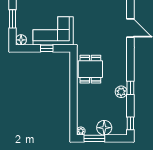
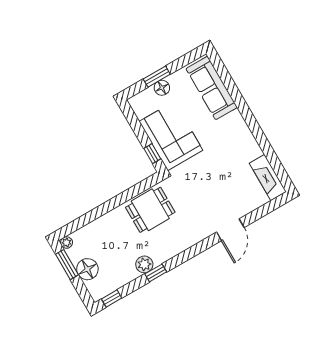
floor lamp: (21, 40) -> (162, 88), moved
window: (47, 48) -> (152, 154), moved

